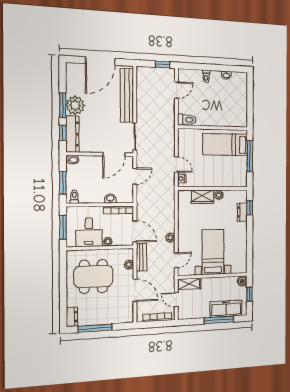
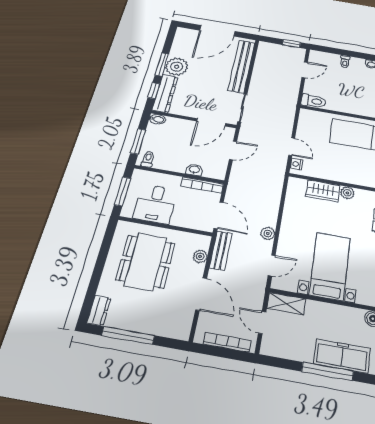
plant: (108, 242) -> (178, 220), removed
dining table: (93, 277) -> (146, 261), turned 90

